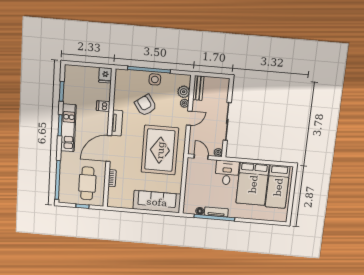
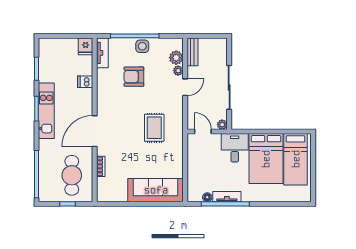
armchair: (146, 105) -> (134, 77), turned -55
tv unit: (117, 123) -> (102, 53), moved
rug: (160, 150) -> (154, 128), width x0.54, depth x0.49

